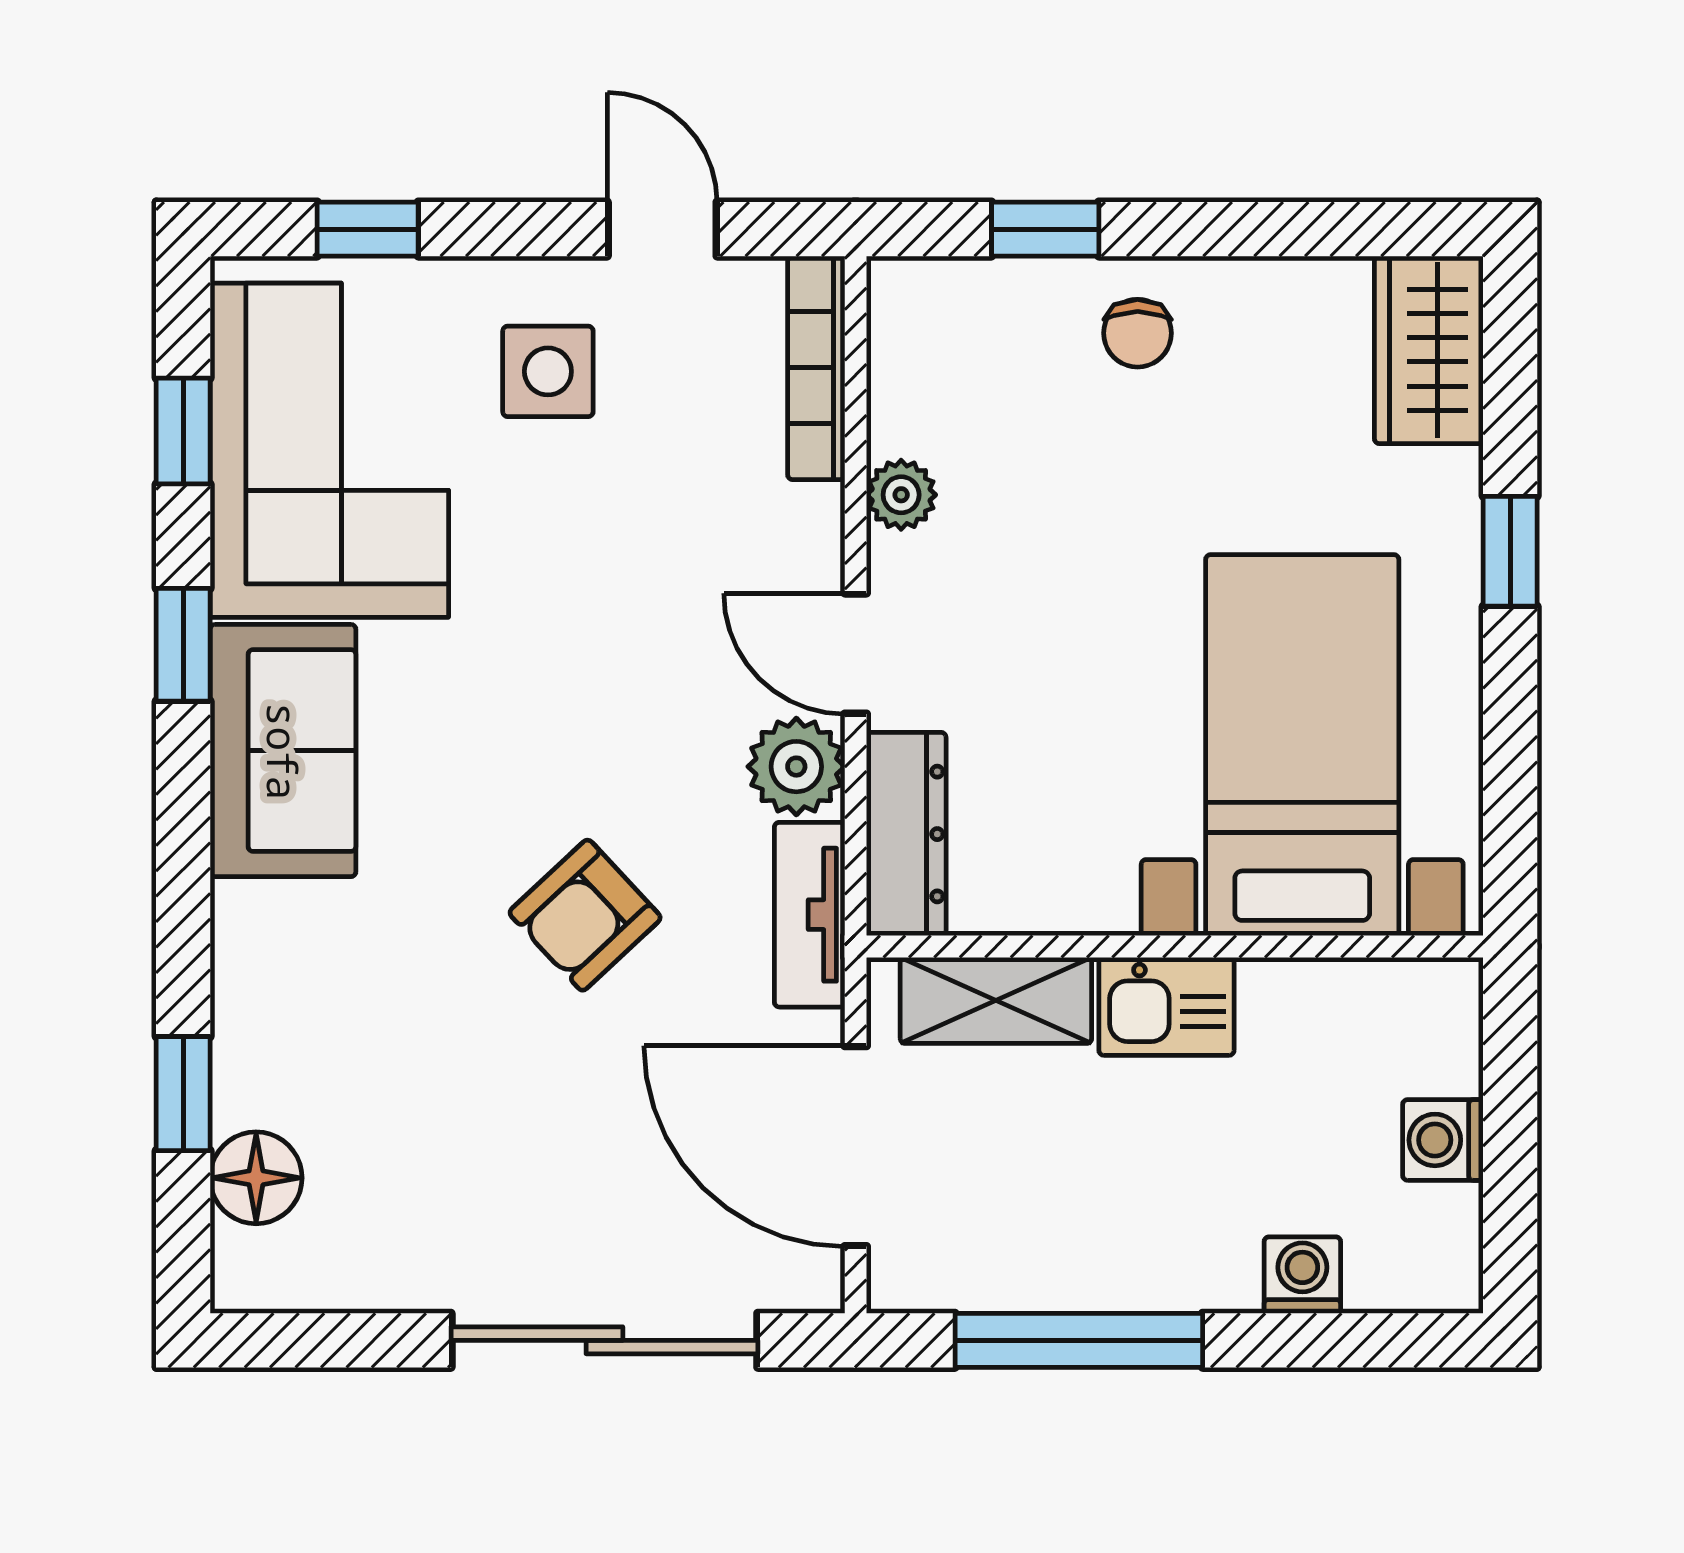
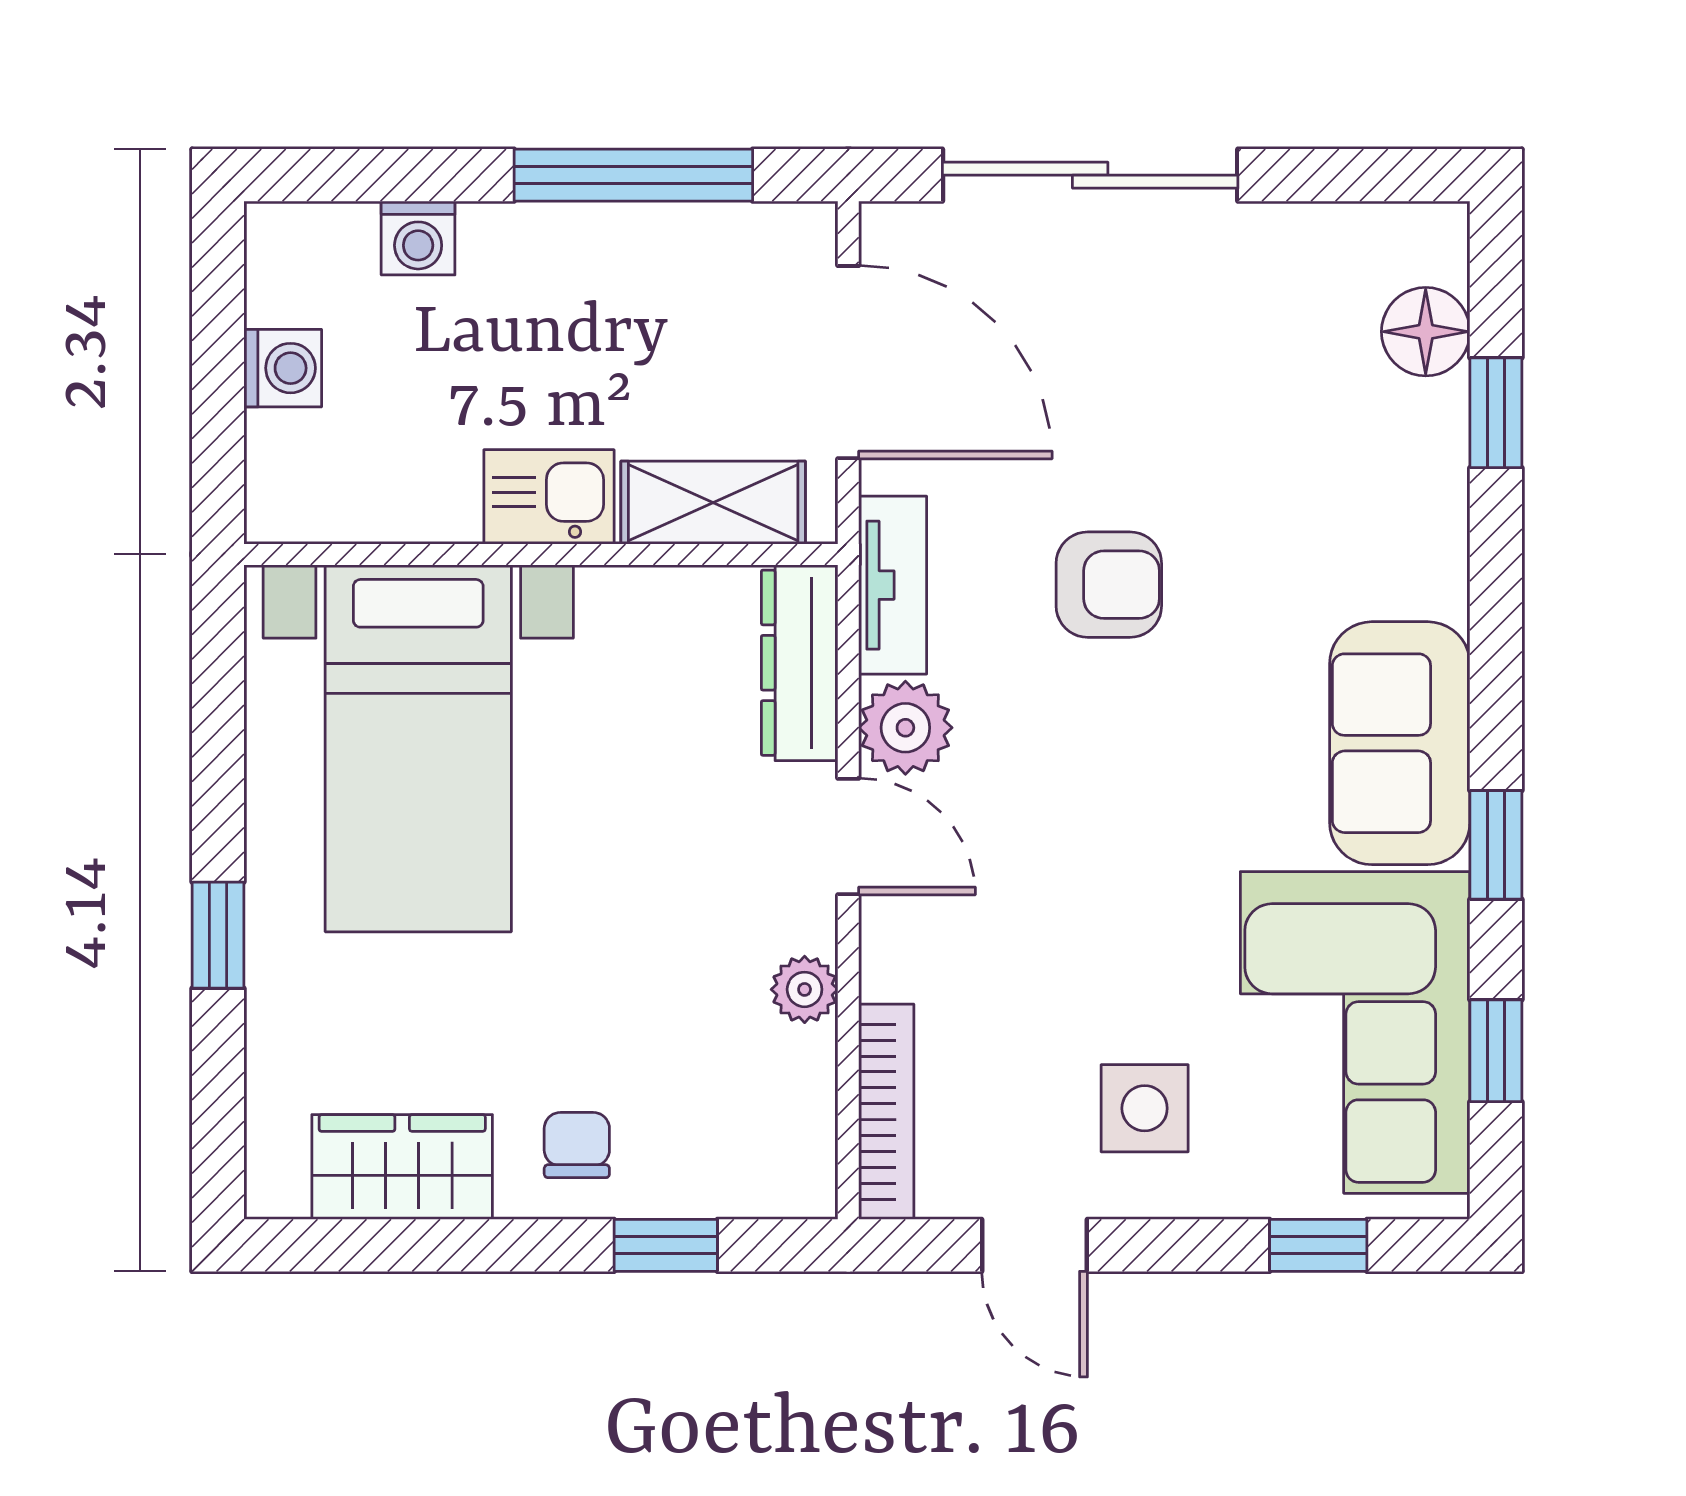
wardrobe: (1429, 350) -> (402, 1167), moved, turned -90
armchair: (585, 915) -> (1109, 585), turned 43

